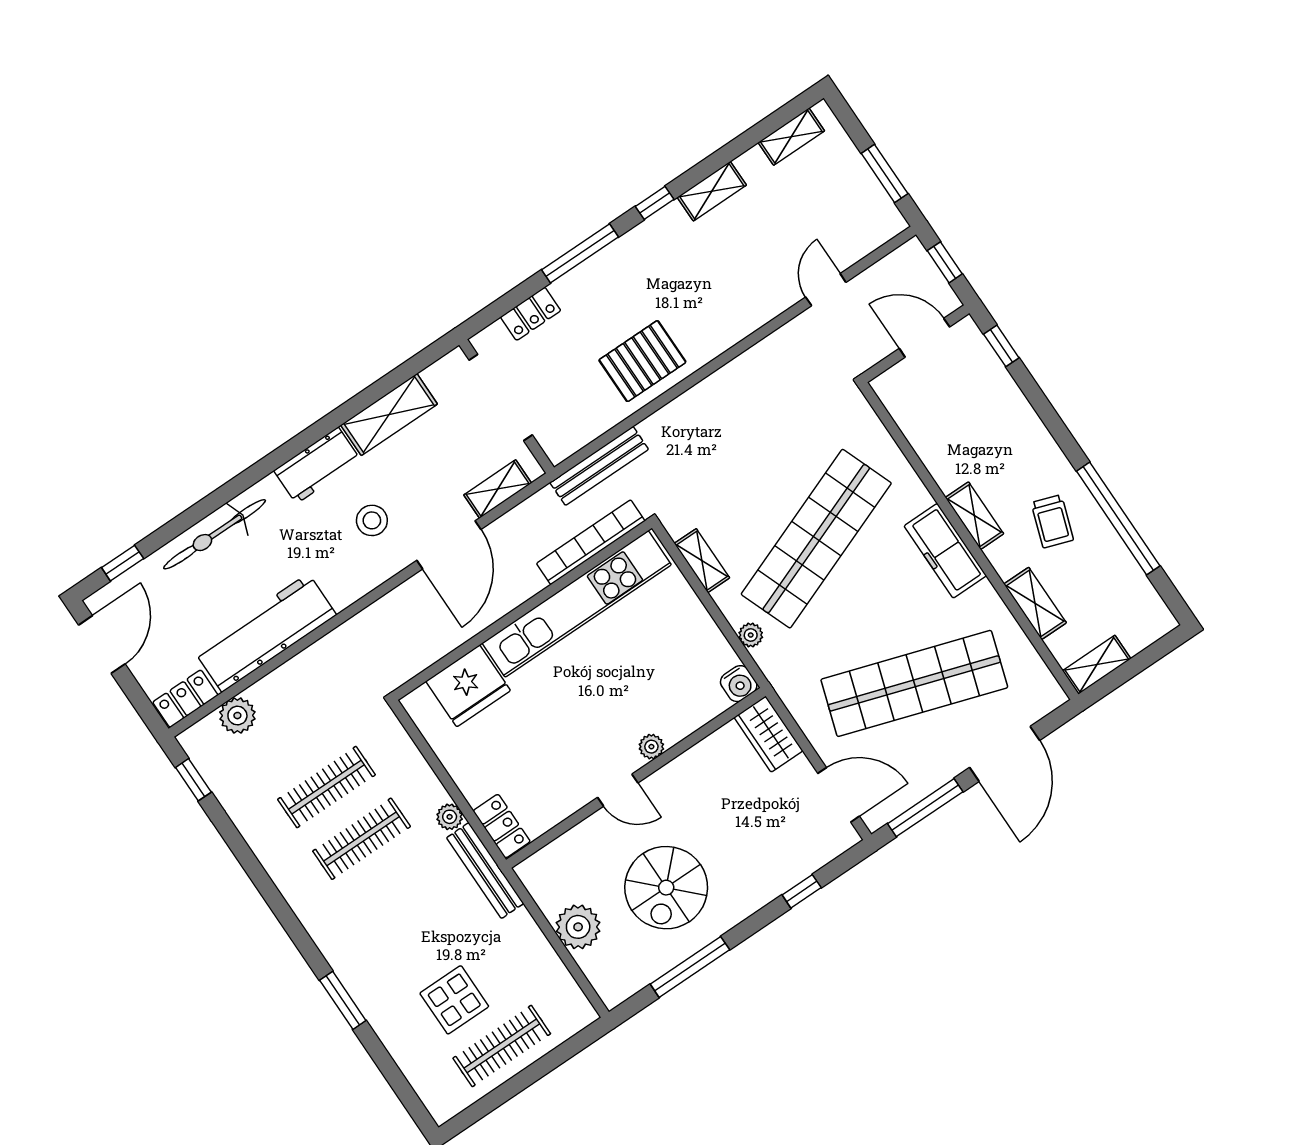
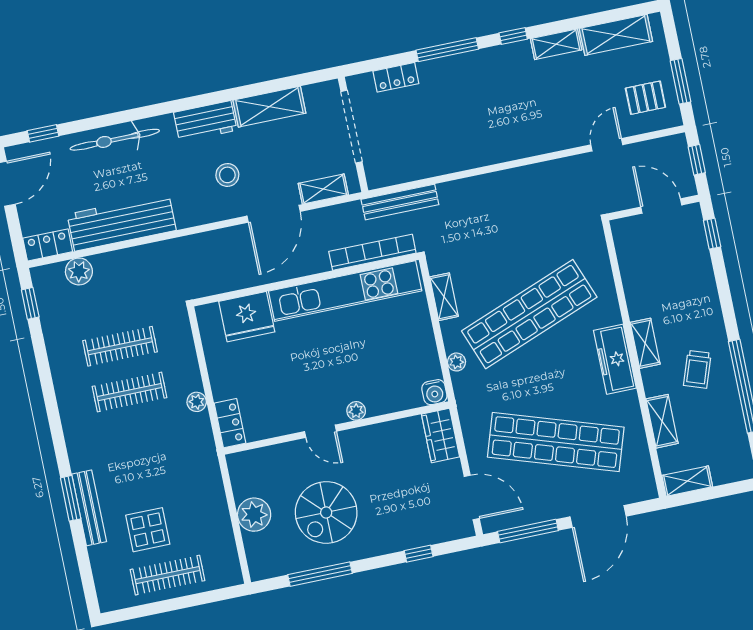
shelving: (791, 137) -> (616, 35), width x1.50, depth x1.33
pallet: (642, 361) -> (645, 98), moved, width x0.67, depth x0.71
bench: (485, 871) -> (89, 508), moved

